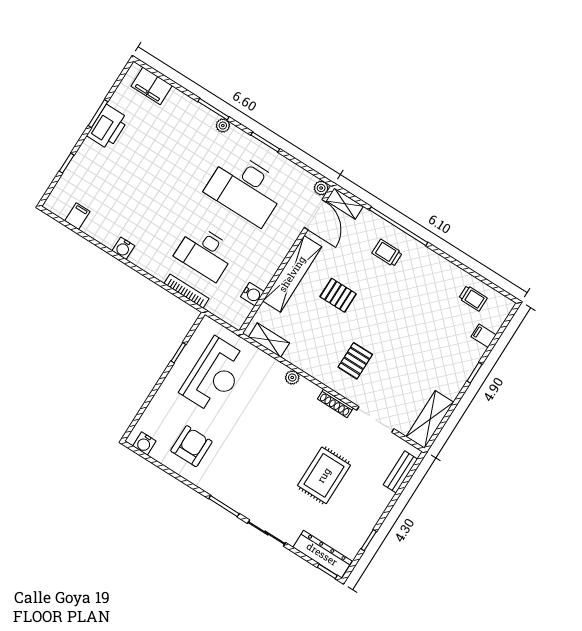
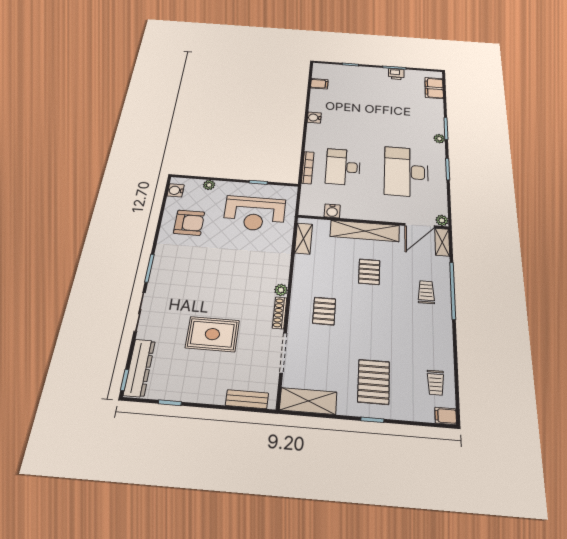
printer: (108, 127) -> (396, 74), width x0.53, depth x0.68
filing cabinet: (484, 336) -> (446, 416), moved, turned -90
pallet: (443, 353) -> (374, 382), added
pallet: (355, 361) -> (324, 311), turned 90
plant: (292, 377) -> (281, 290), moved
plant: (155, 406) -> (209, 185), added

